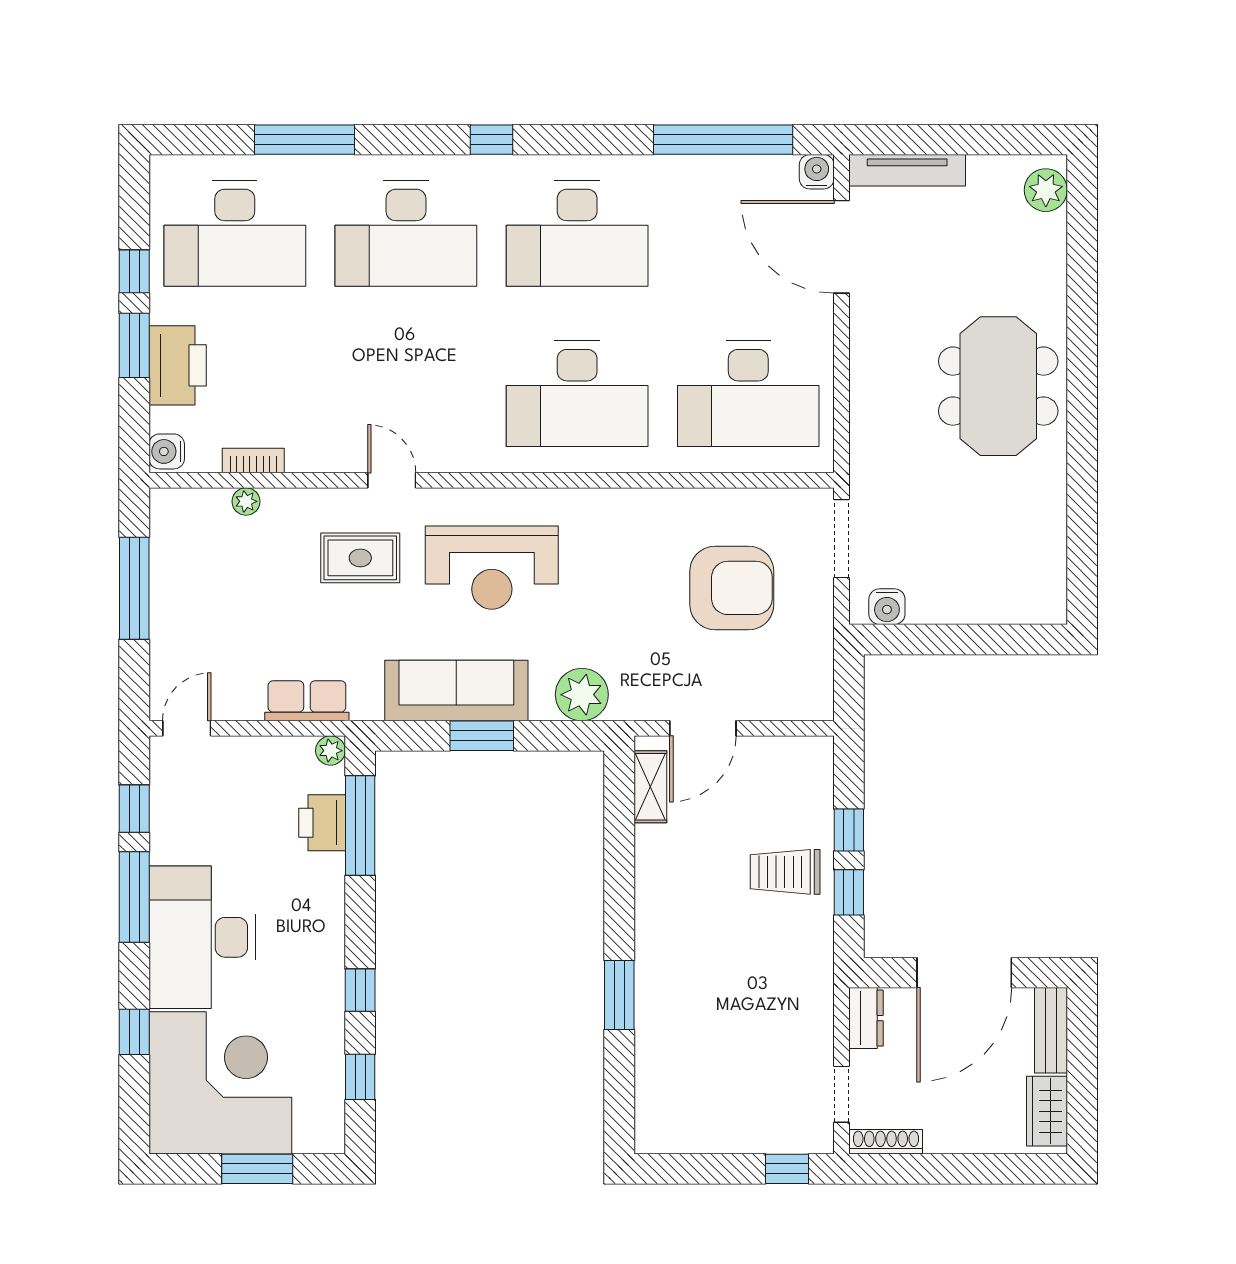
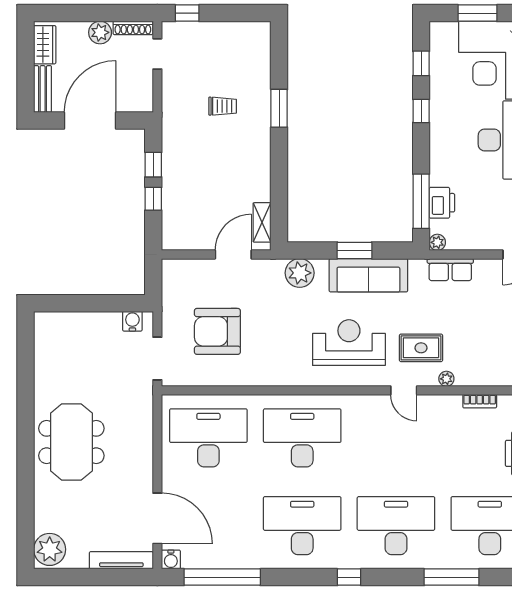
plant: (1046, 190) -> (50, 549), width x1.36, depth x1.36
plant: (246, 501) -> (446, 379), moved
trolley: (785, 872) -> (223, 106), moved, width x0.73, depth x0.72
dresser: (866, 1018) -> (144, 96), removed
plant: (946, 1133) -> (100, 32), added

